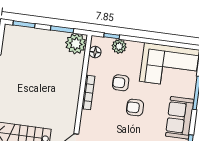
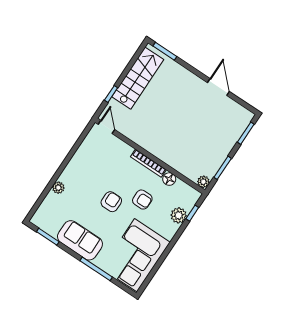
plant: (76, 44) -> (203, 182), width x0.53, depth x0.53
floor lamp: (95, 52) -> (169, 179), moved
armchair: (121, 83) -> (142, 200), turned 90

